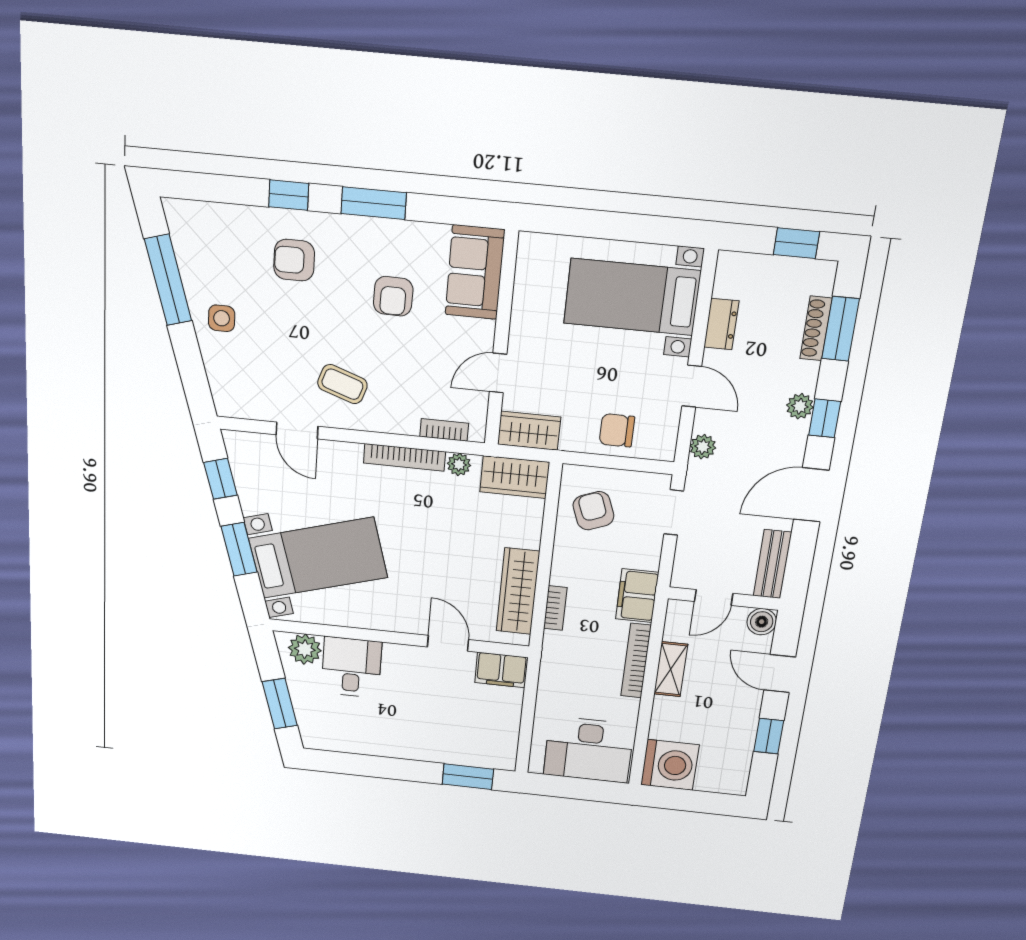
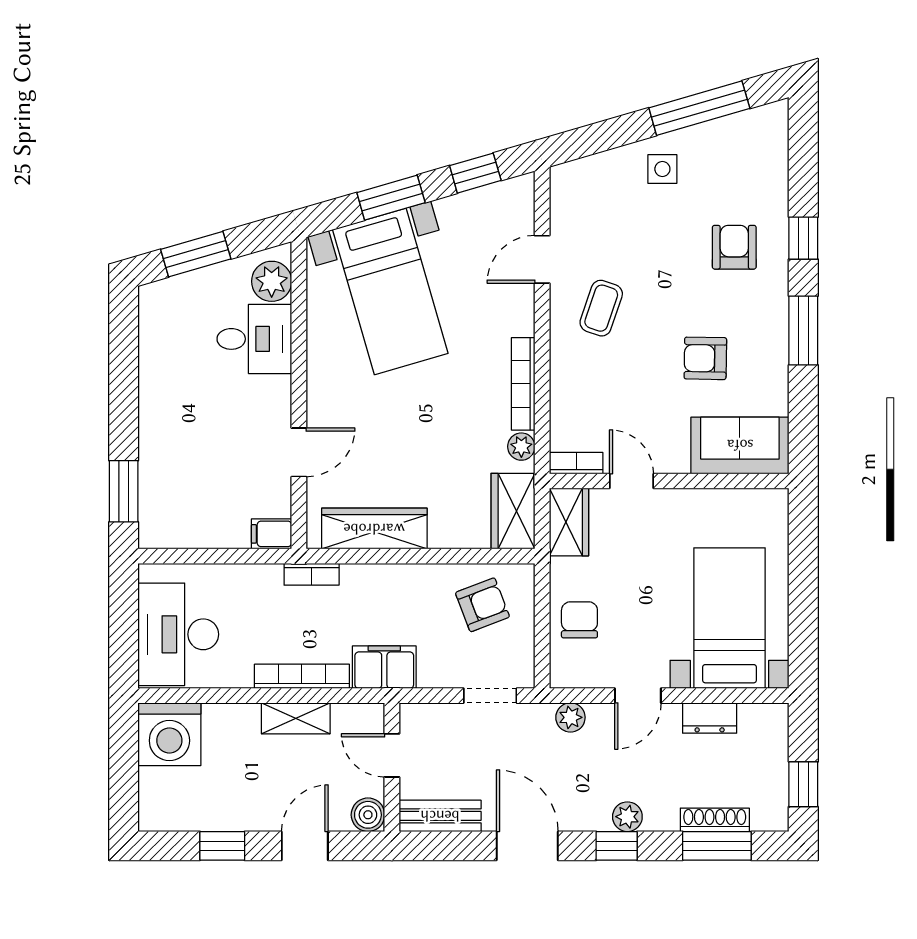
bookcase: (444, 430) -> (576, 463), moved, turned -90
bookcase: (555, 608) -> (312, 574), moved
filing cabinet: (501, 670) -> (272, 534), width x0.50

